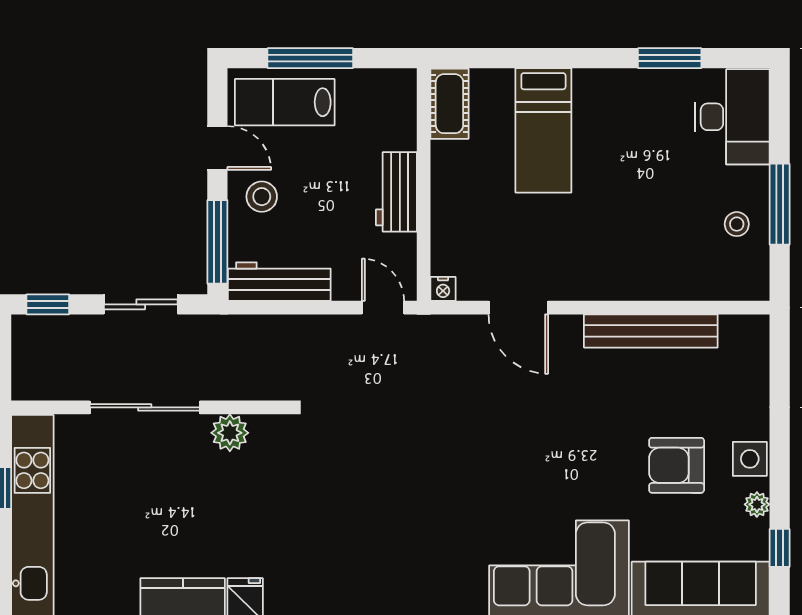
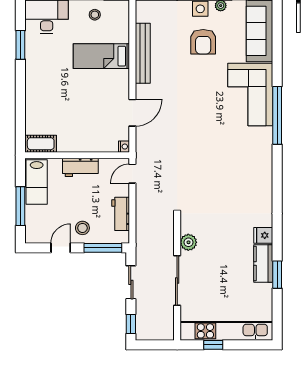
lab bench: (285, 102) -> (37, 182), moved
bed: (543, 130) -> (101, 56), moved, turned 180
workbench: (279, 282) -> (121, 214), width x0.73

